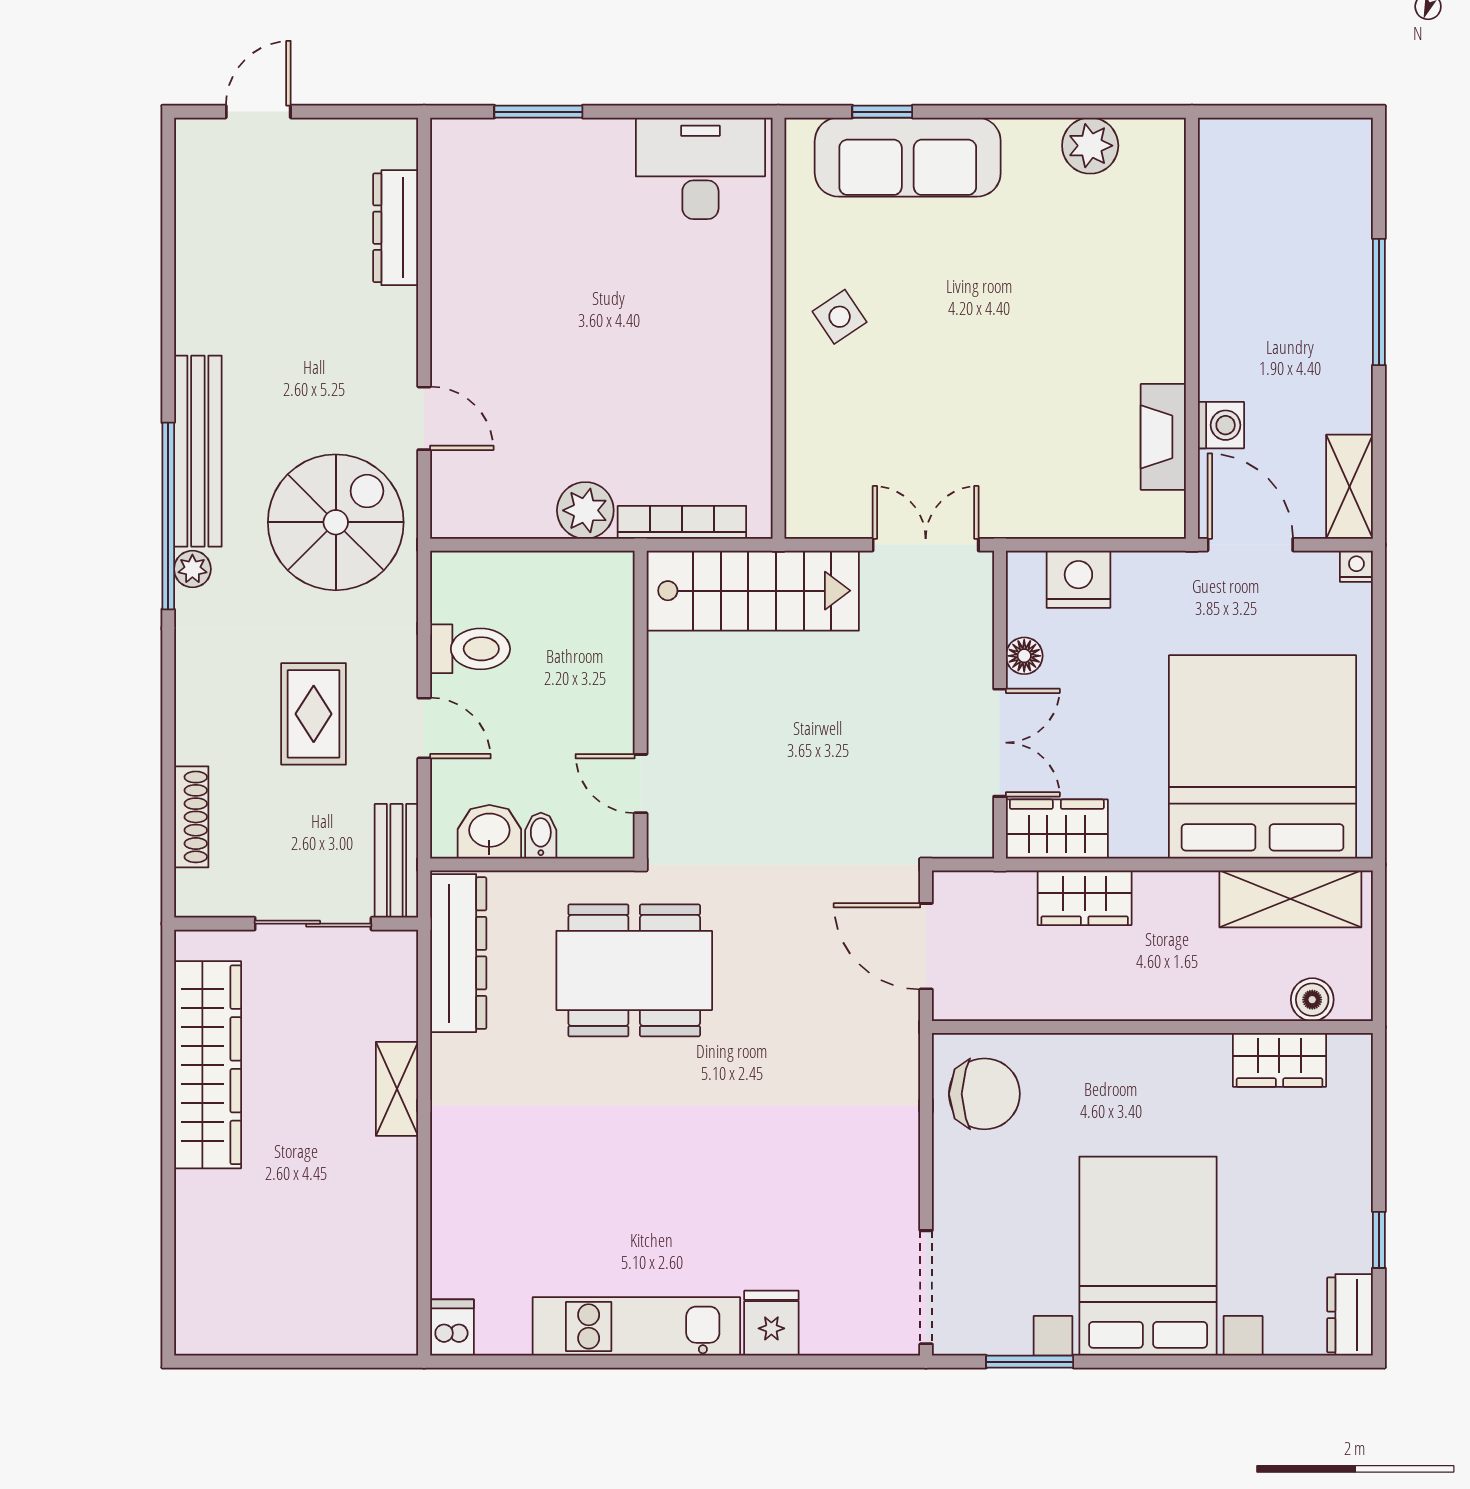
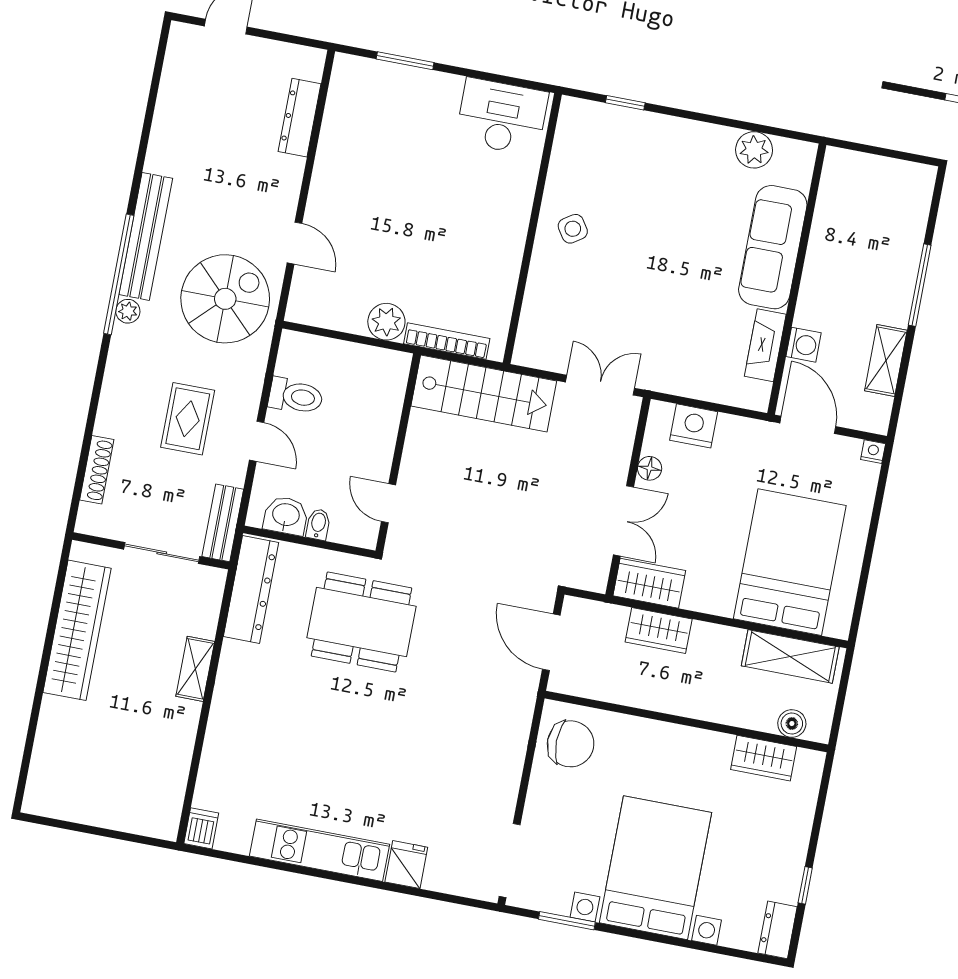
sofa: (908, 157) -> (773, 247), moved, turned 90
shelving: (1350, 487) -> (886, 360), moved
bed: (1263, 757) -> (790, 562), width x0.73

